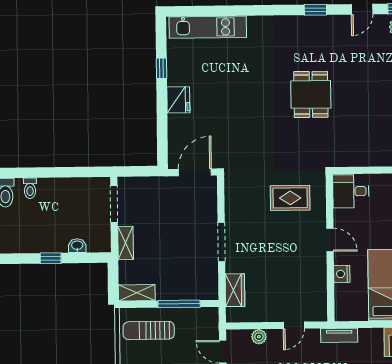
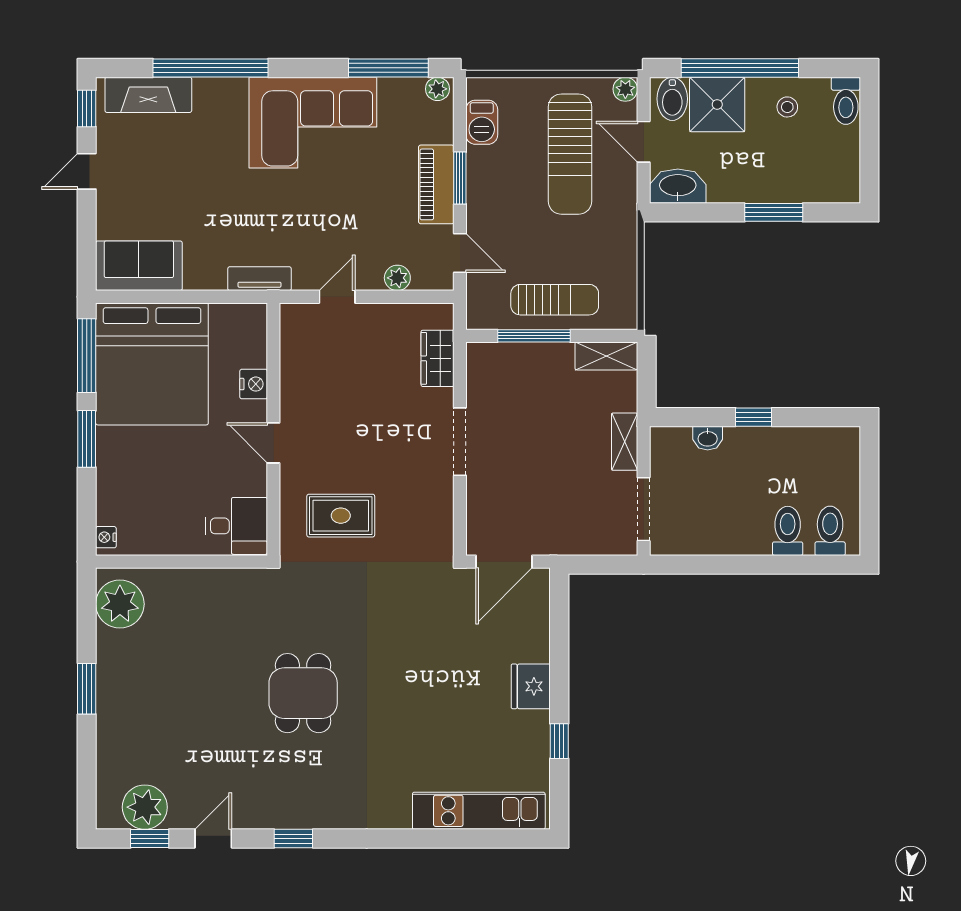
toilet: (30, 188) -> (788, 531), width x1.37, depth x1.39
sun lounger: (149, 330) -> (555, 300), moved

